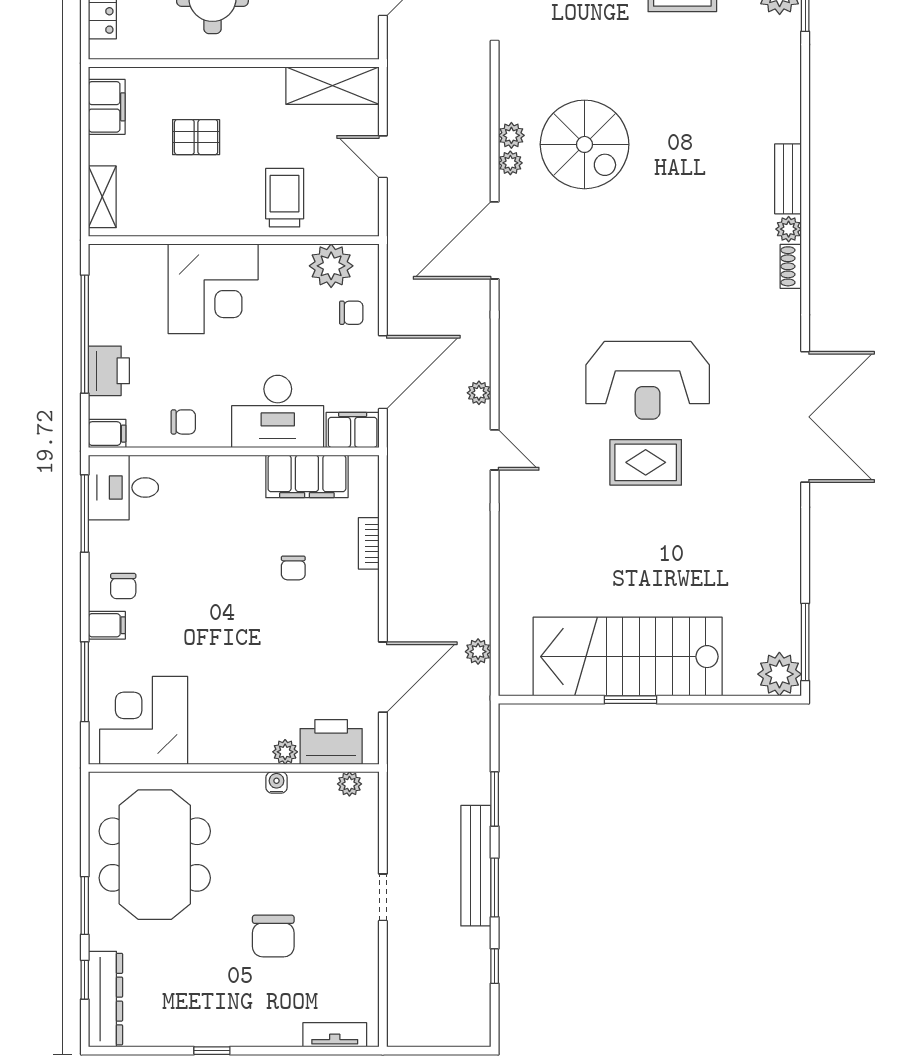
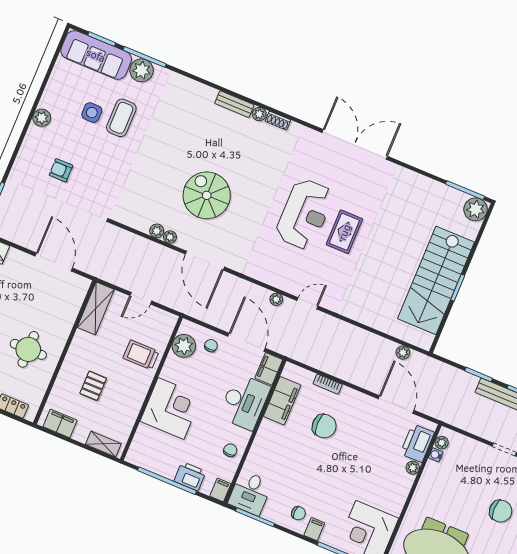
spiral stairs: (585, 144) -> (207, 195), moved, turned -90
chair: (293, 568) -> (324, 426), width x1.87, depth x1.87
water cooler: (277, 782) -> (436, 455), moved

